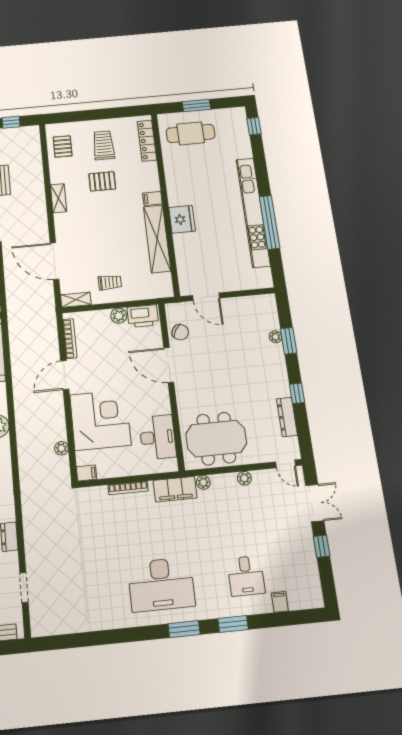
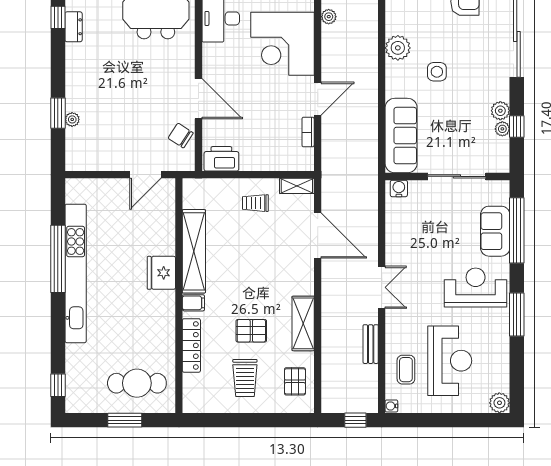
locker: (147, 141) -> (191, 345), moved
shelving: (59, 198) -> (303, 323), width x1.50, depth x1.33
door: (206, 297) -> (145, 175), swing flipped
plant: (119, 316) -> (249, 162), removed
bookcase: (70, 339) -> (308, 132), width x0.64
window: (297, 393) -> (58, 17), moved
dresser: (287, 417) -> (74, 27), width x0.70

